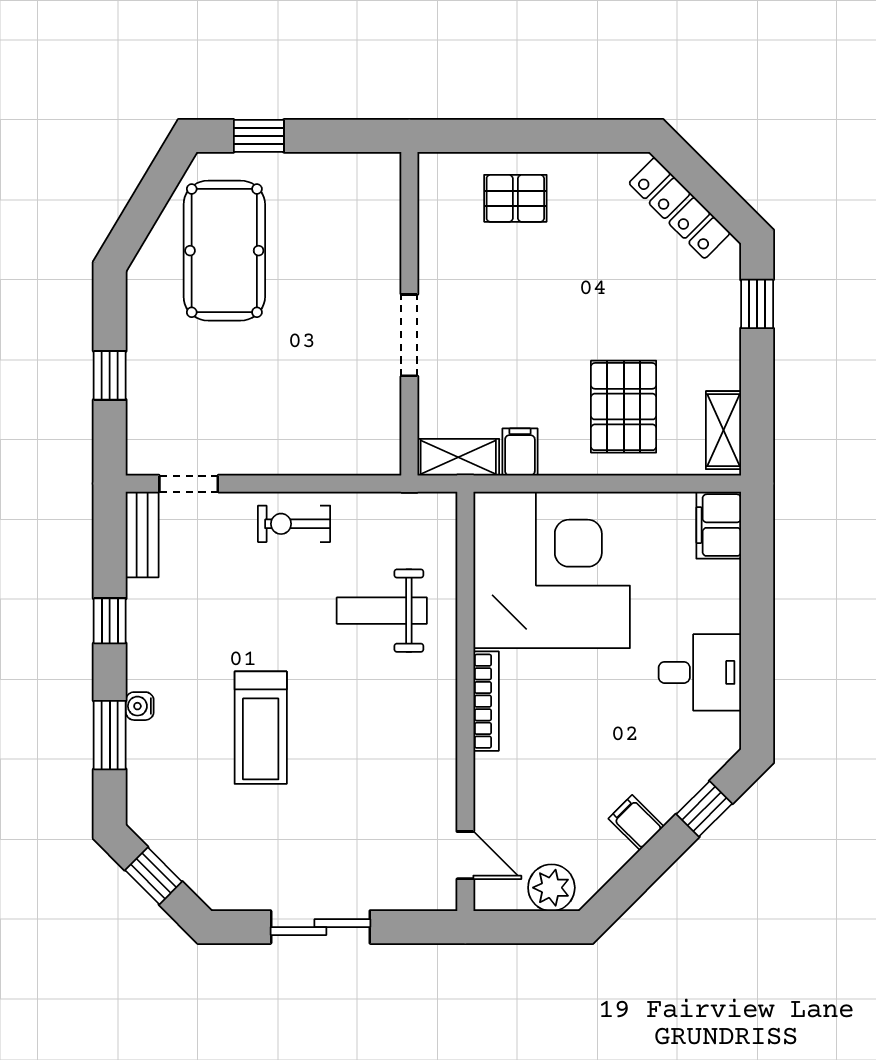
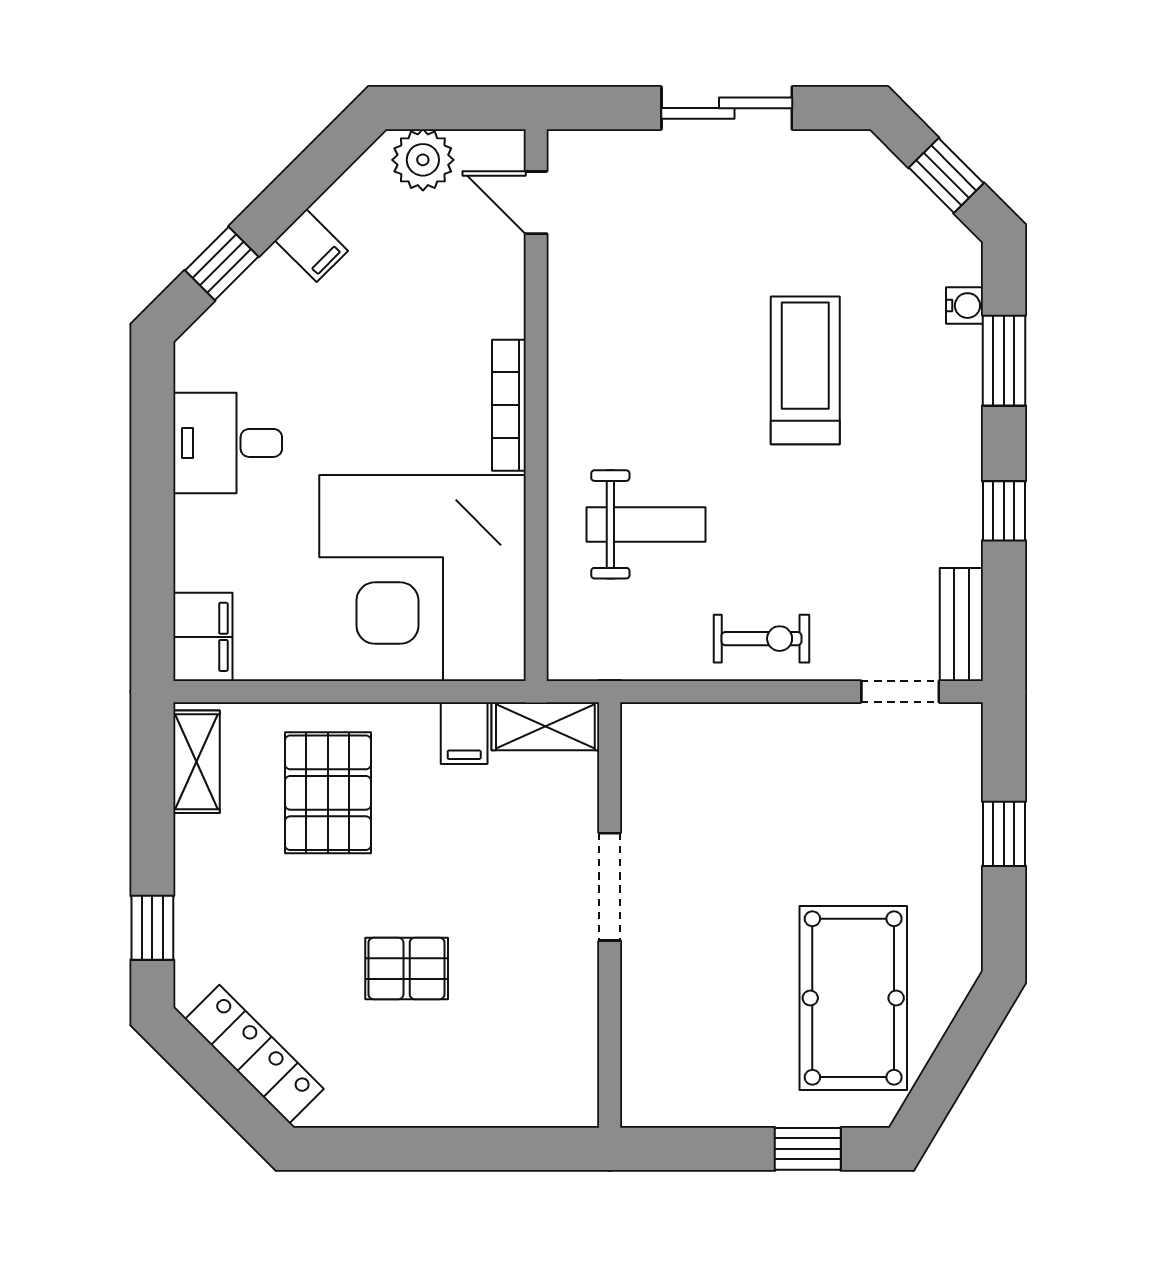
pallet: (515, 198) -> (407, 968), moved
water cooler: (140, 706) -> (965, 306), moved

